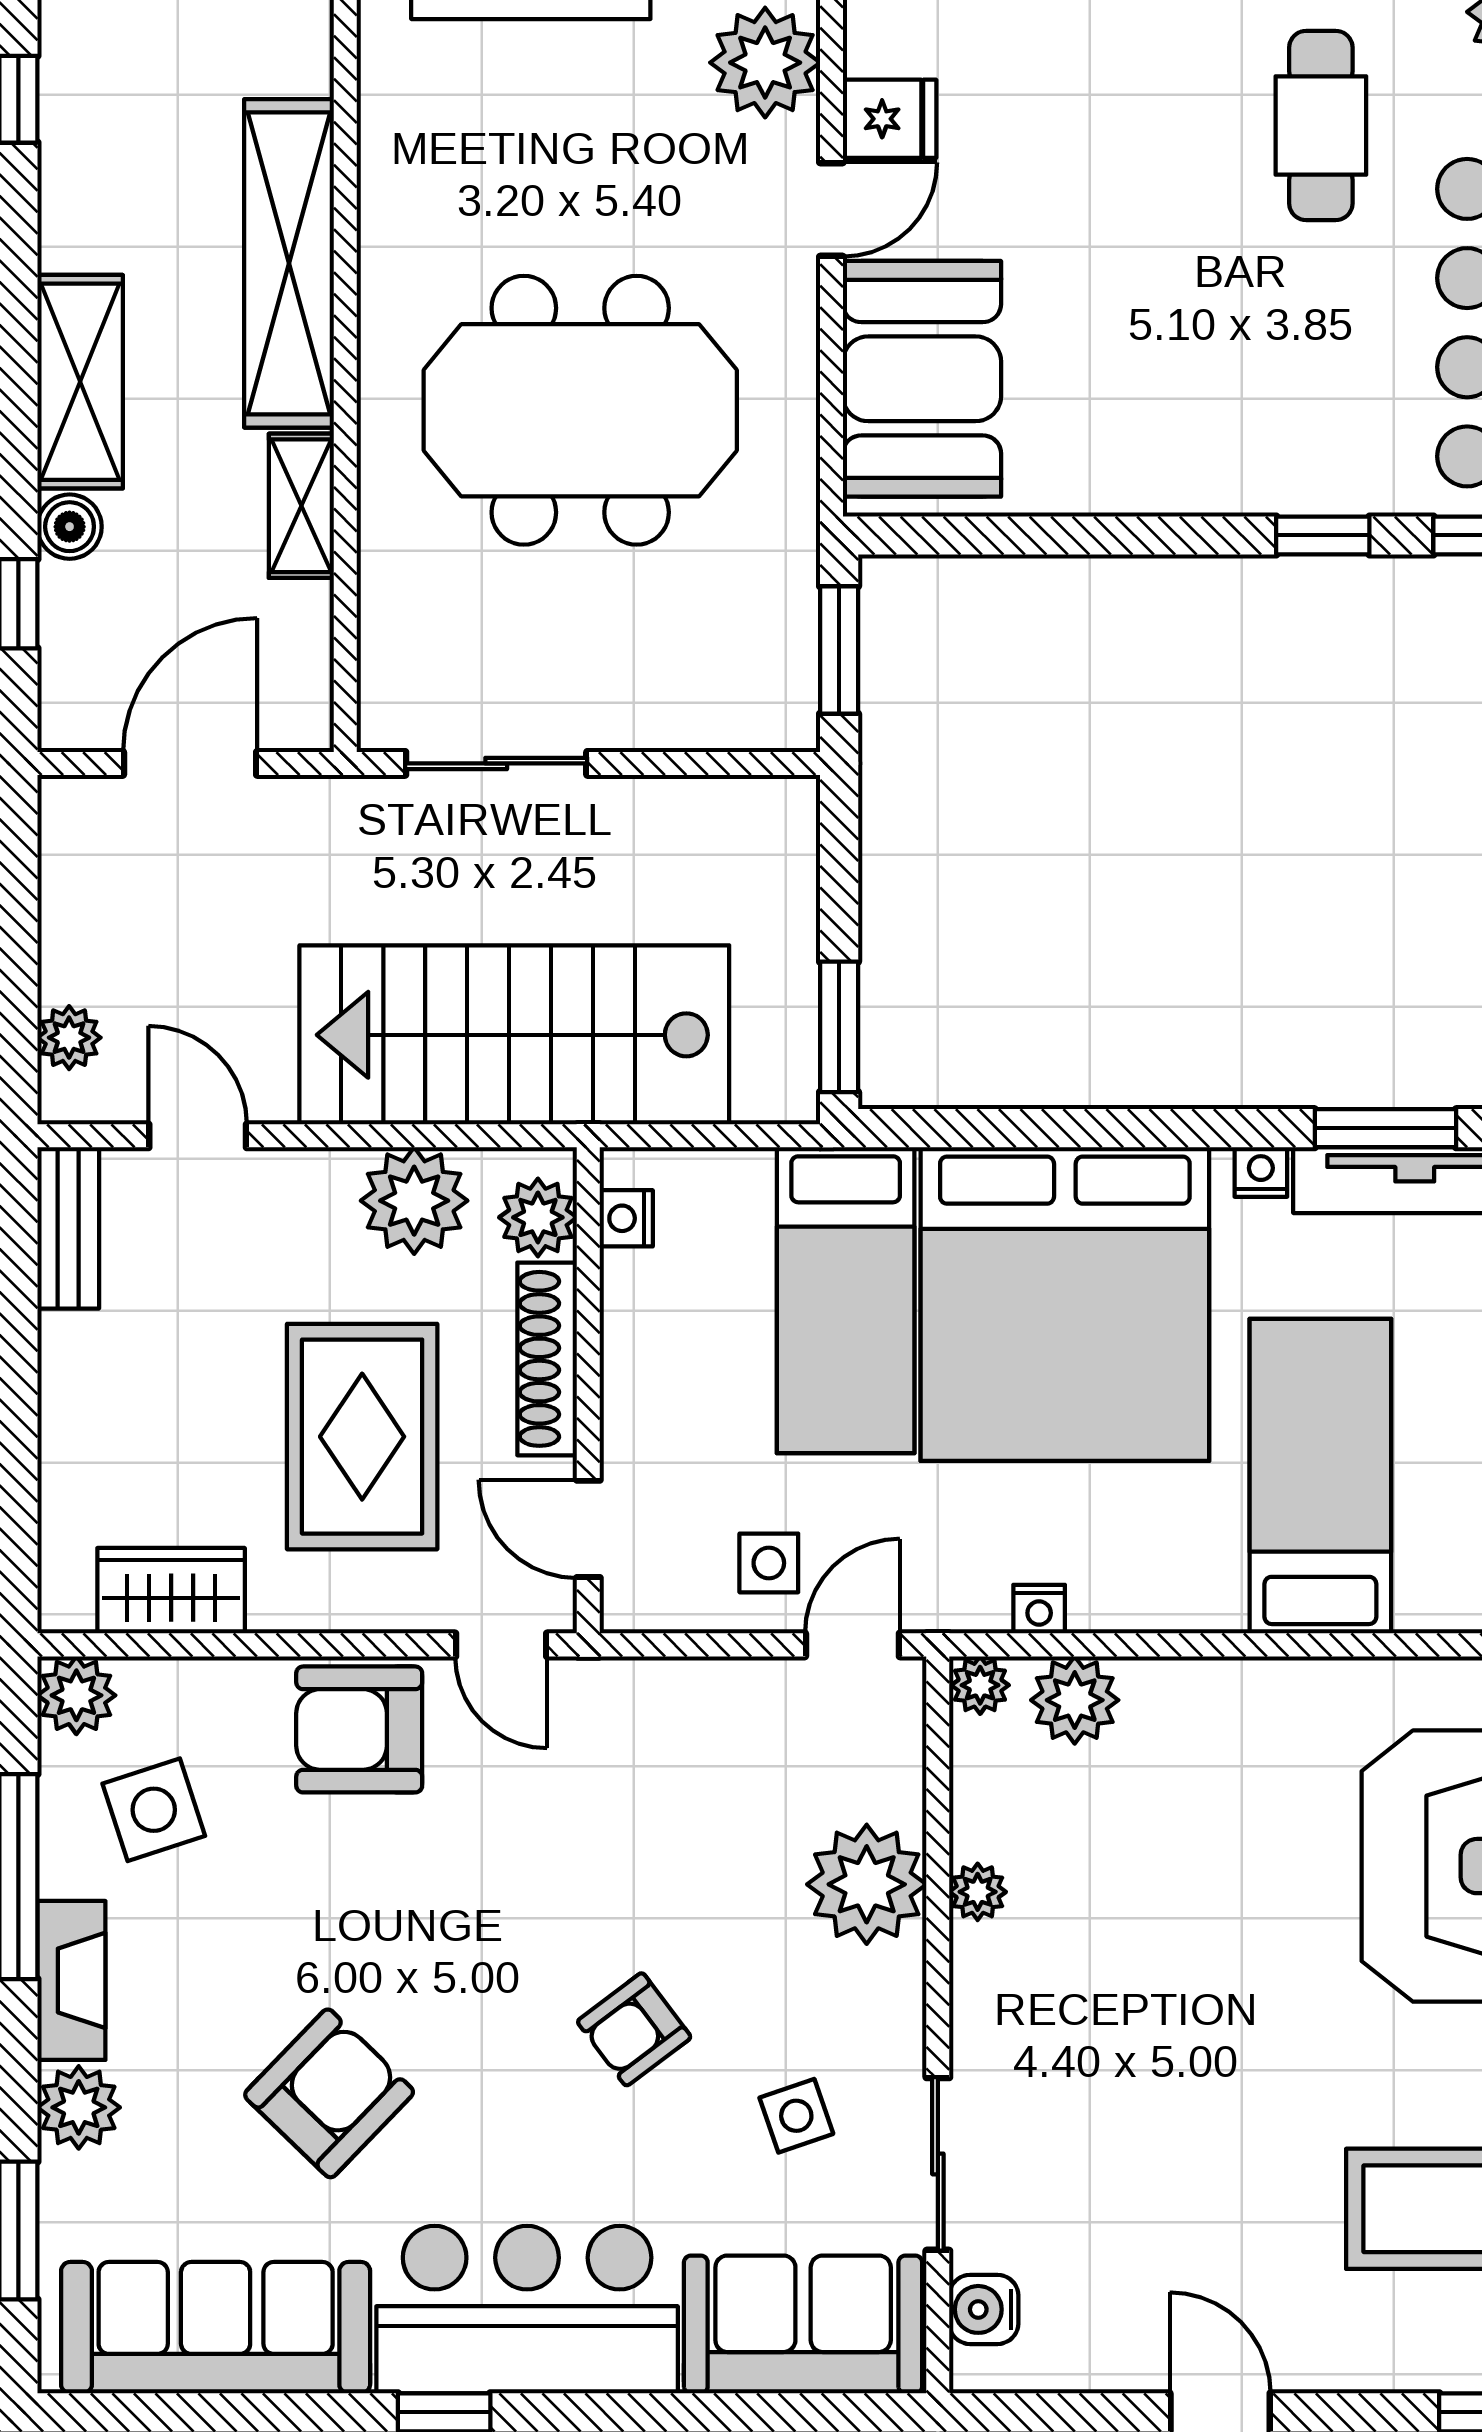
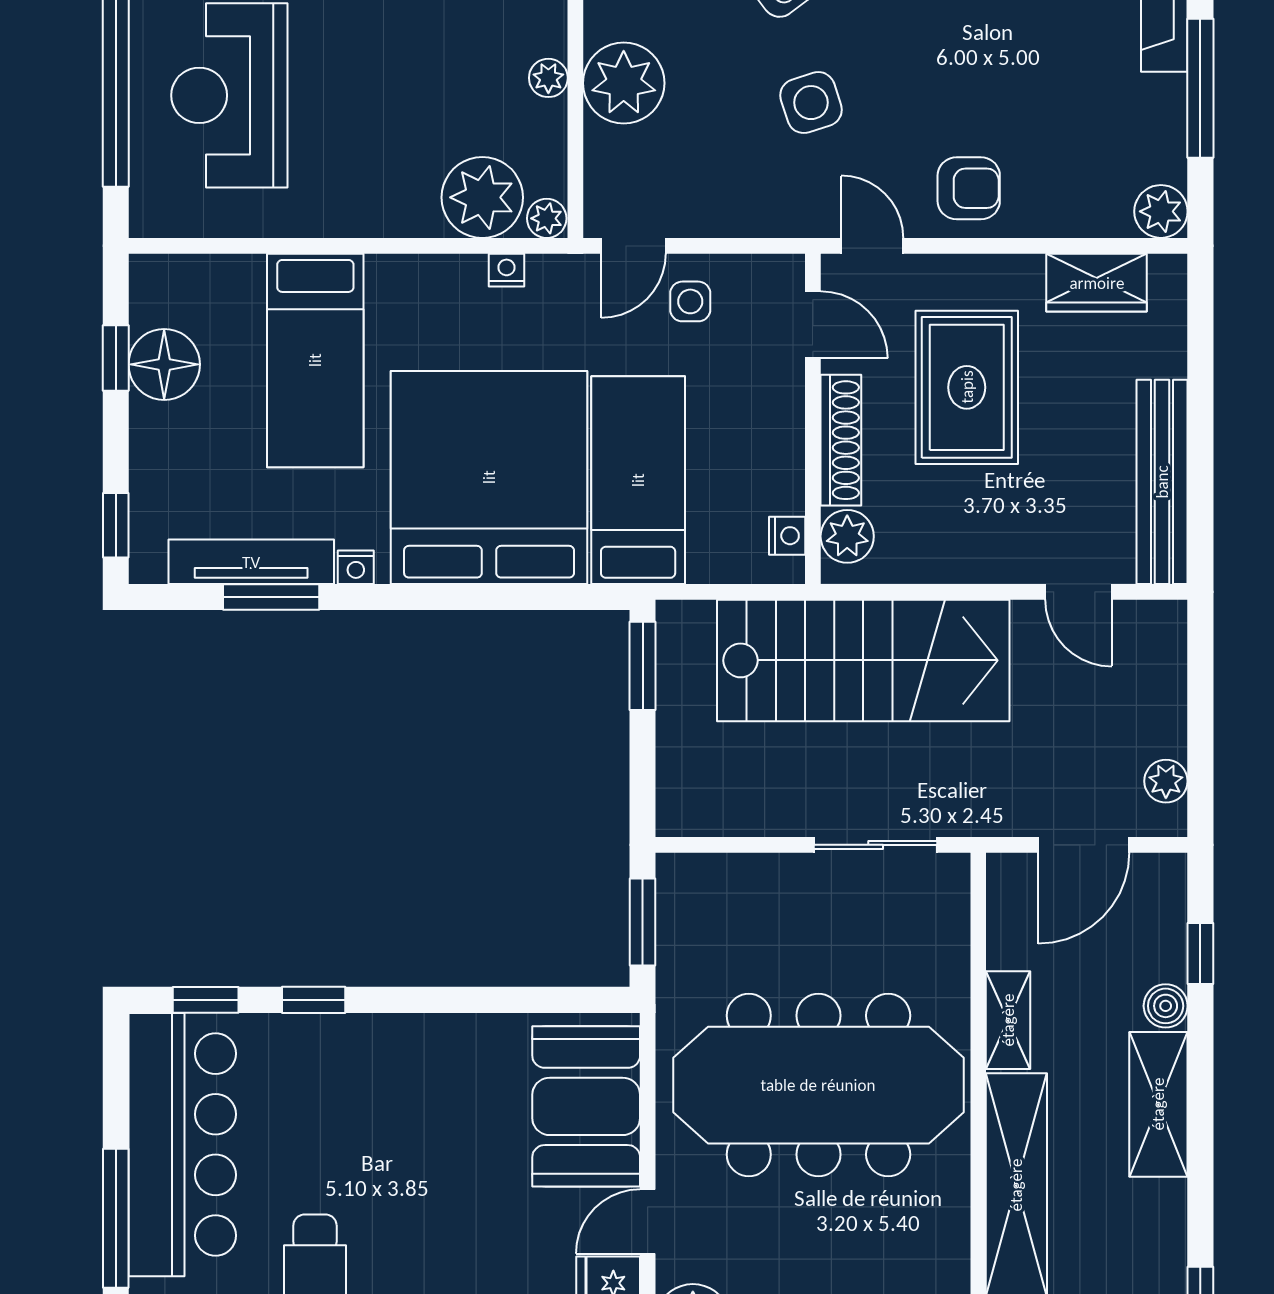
meeting table: (580, 410) -> (818, 1085), width x1.36
plant: (69, 1038) -> (1166, 781), moved
plant: (414, 1201) -> (931, 548), removed
bench: (68, 1228) -> (1162, 482), width x1.86, depth x1.21
plant: (1075, 1700) -> (482, 197), width x1.36, depth x1.36
armchair: (359, 1729) -> (969, 188), width x0.72, depth x0.72
side table: (154, 1810) -> (811, 103), moved

